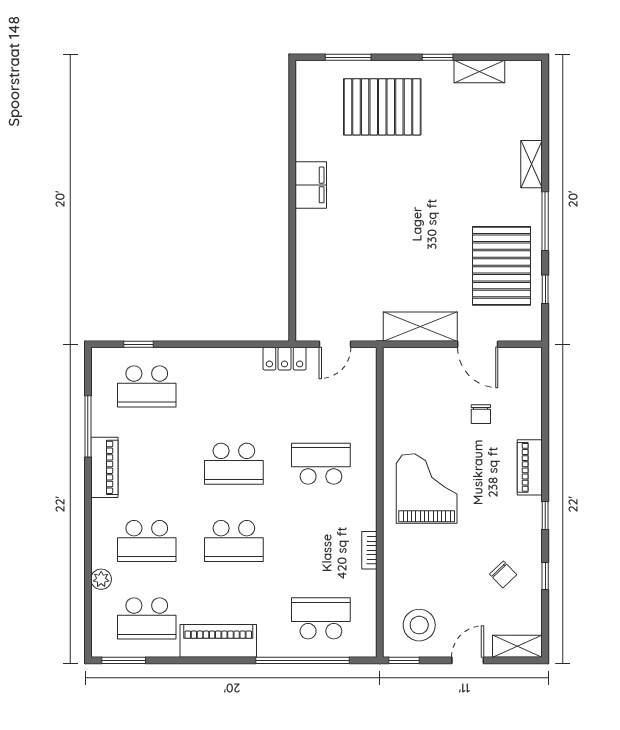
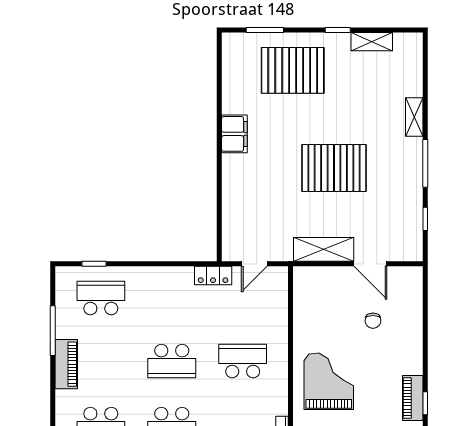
pallet: (501, 266) -> (334, 168), moved, turned 90
school desk: (147, 386) -> (101, 298), turned 180
piano: (530, 467) -> (413, 398), moved

